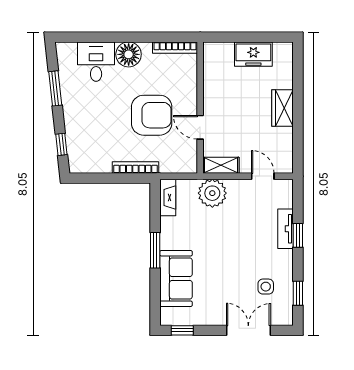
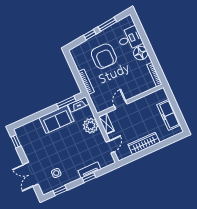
freezer: (253, 54) -> (169, 115), width x1.40
wardrobe: (283, 108) -> (144, 143), width x1.50
armchair: (152, 115) -> (104, 56), moved
window: (61, 144) -> (90, 35), moved
window: (155, 250) -> (66, 102), moved
sofa: (176, 278) -> (57, 119), moved
double door: (248, 330) -> (31, 174), swing flipped

